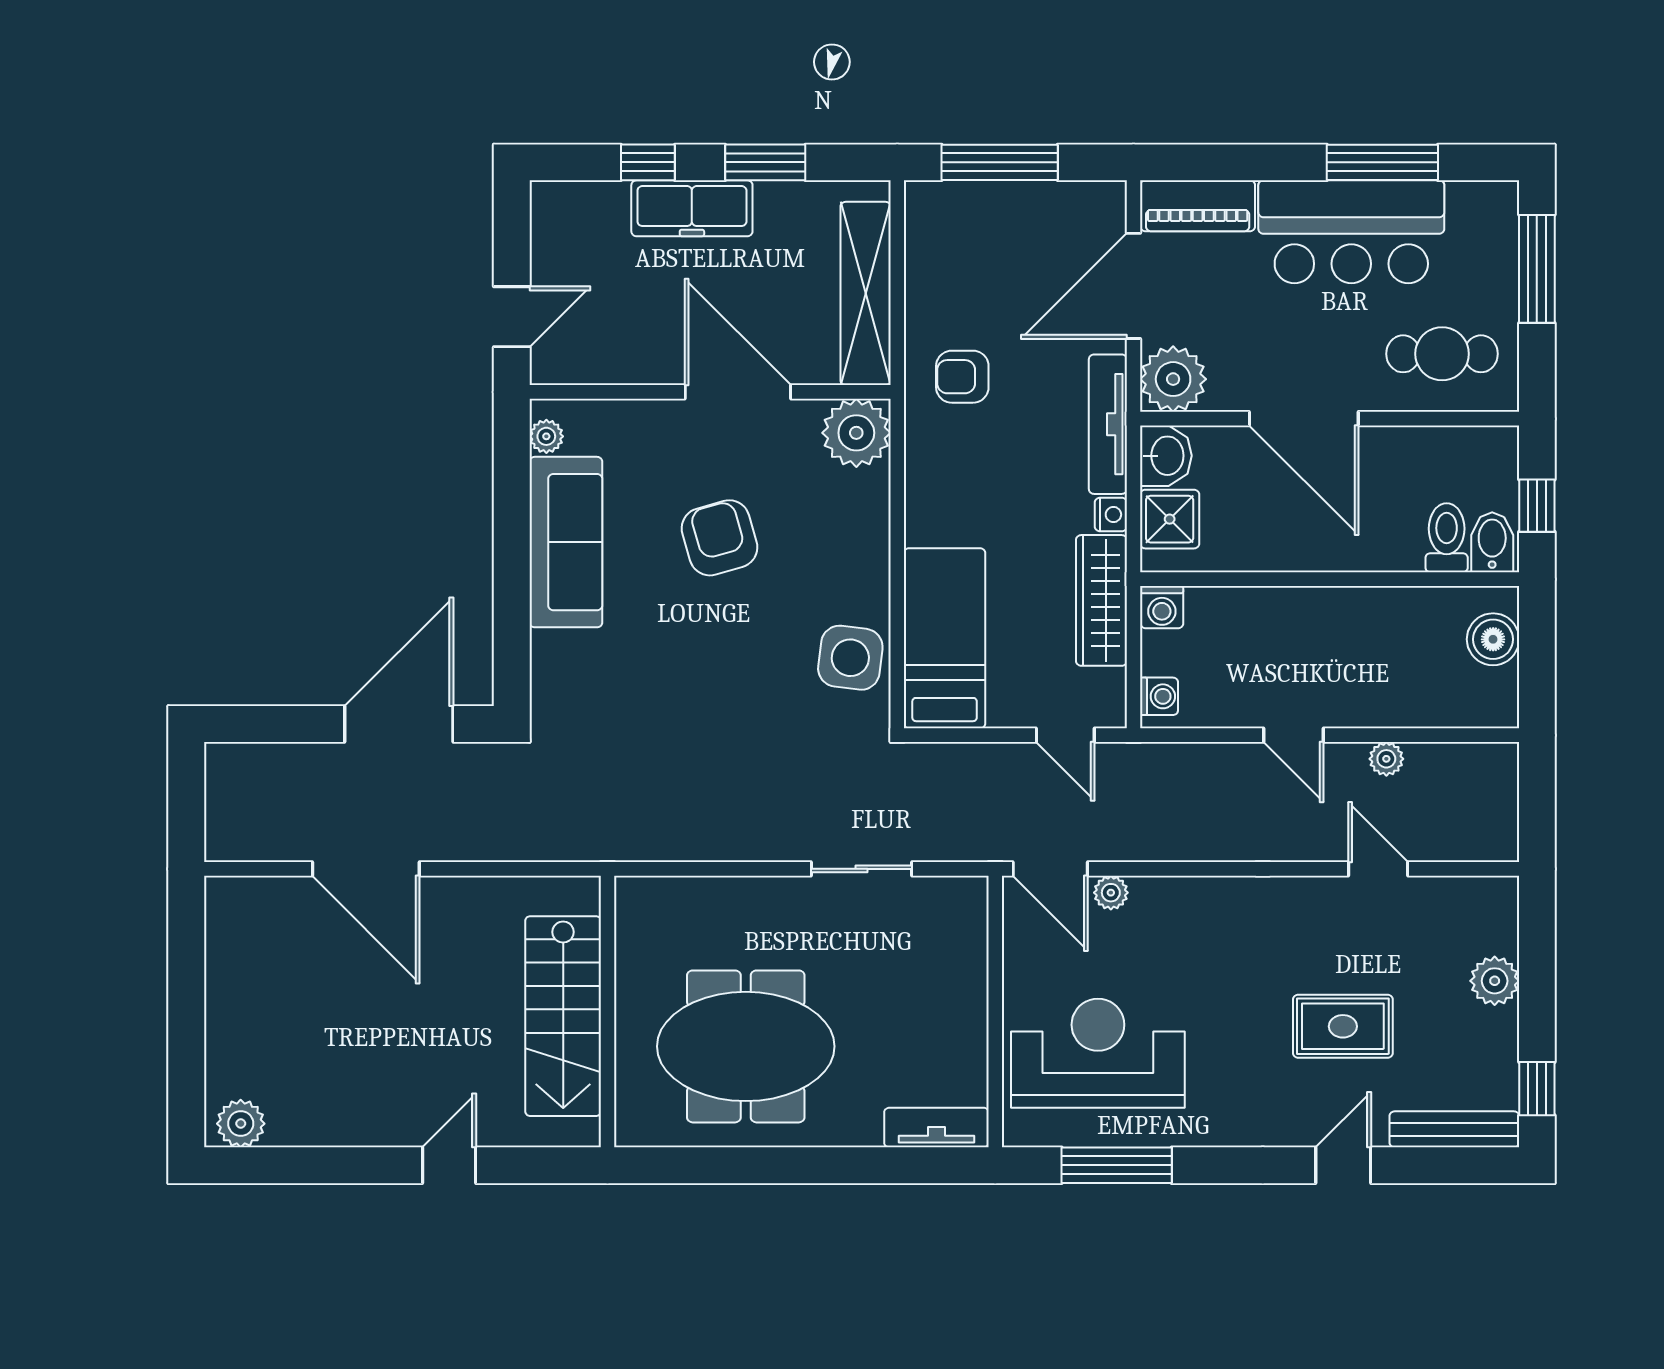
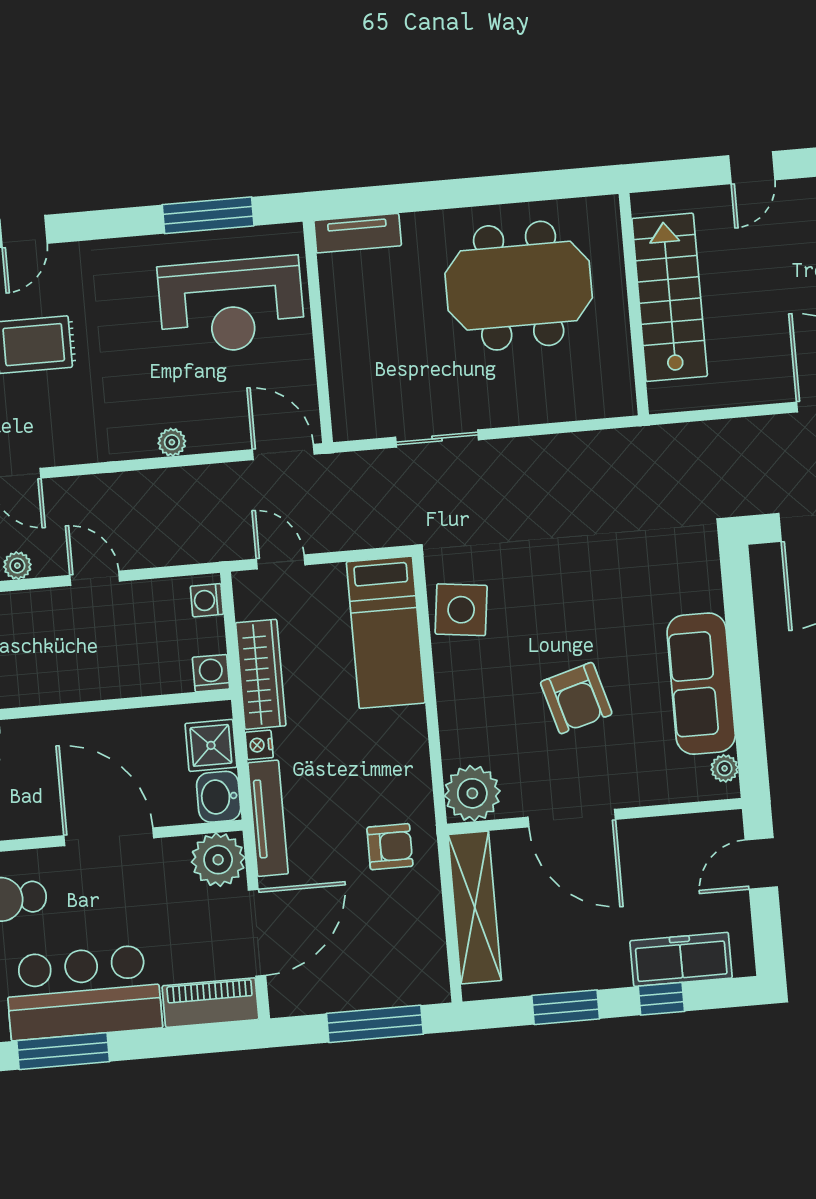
freezer: (692, 208) -> (681, 959), moved
plant: (1111, 893) -> (172, 442), moved

